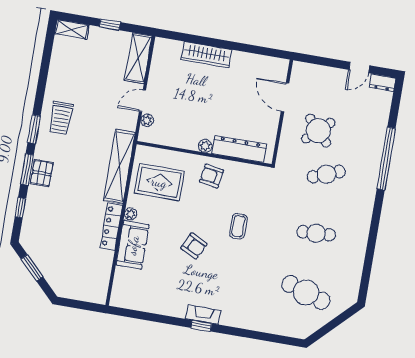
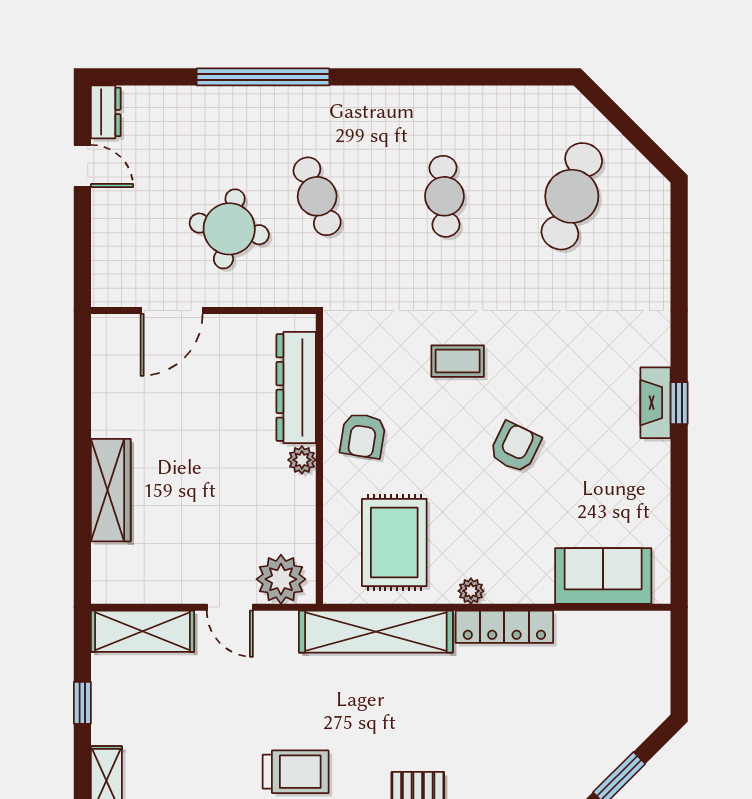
plant: (147, 120) -> (281, 579), width x1.88, depth x1.88
round table: (318, 131) -> (229, 229), turned -36
sofa: (133, 245) -> (603, 576), moved

